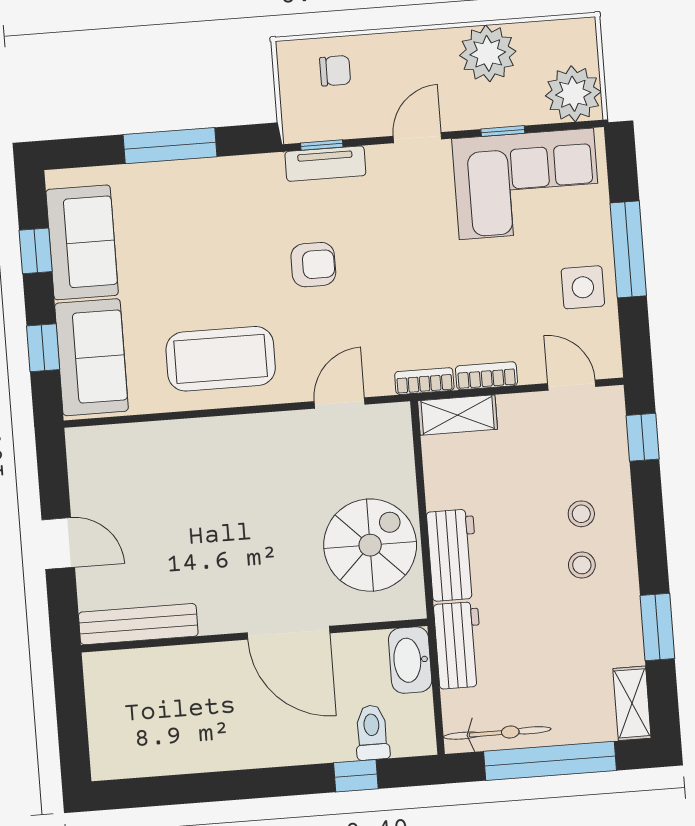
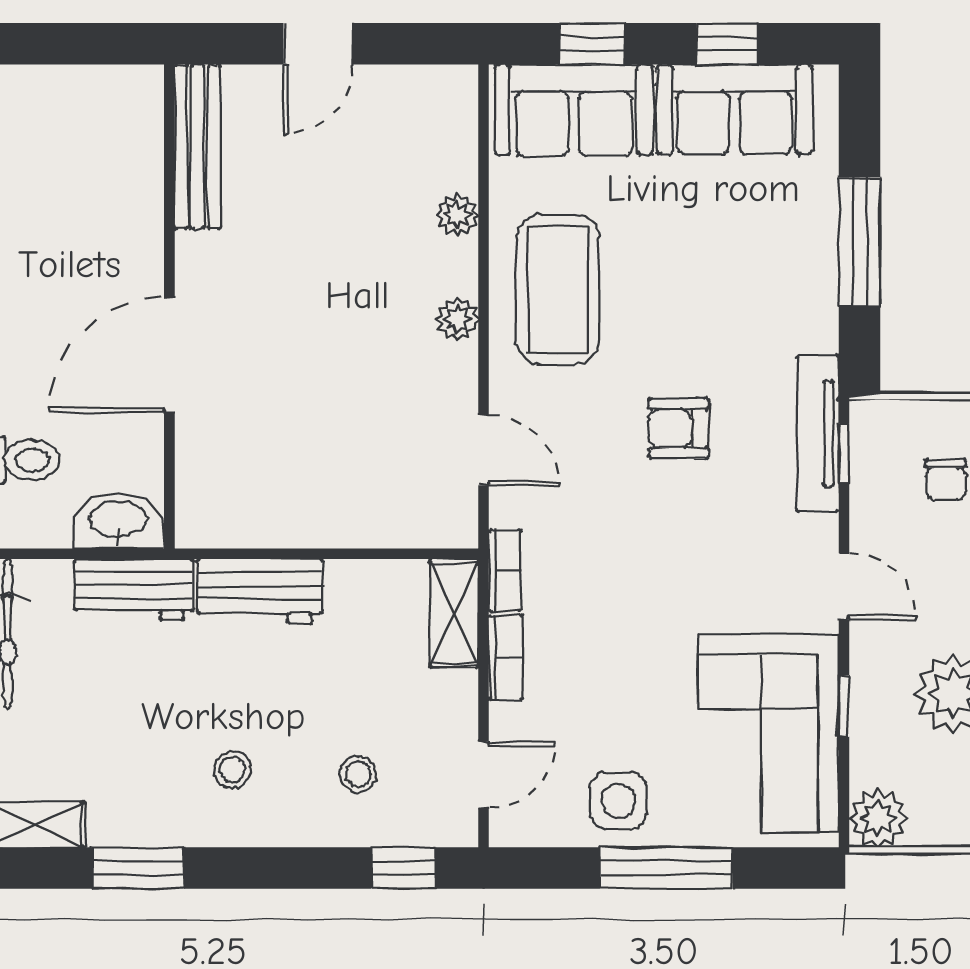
plant: (573, 94) -> (878, 819), width x0.73, depth x0.73
tv unit: (325, 164) -> (818, 433), width x1.41
armchair: (313, 265) -> (679, 428), turned 90
plant: (247, 429) -> (457, 319), added
plant: (173, 435) -> (457, 215), added
stool: (581, 514) -> (358, 774), moved
spiral stairs: (370, 545) -> (283, 477), removed

